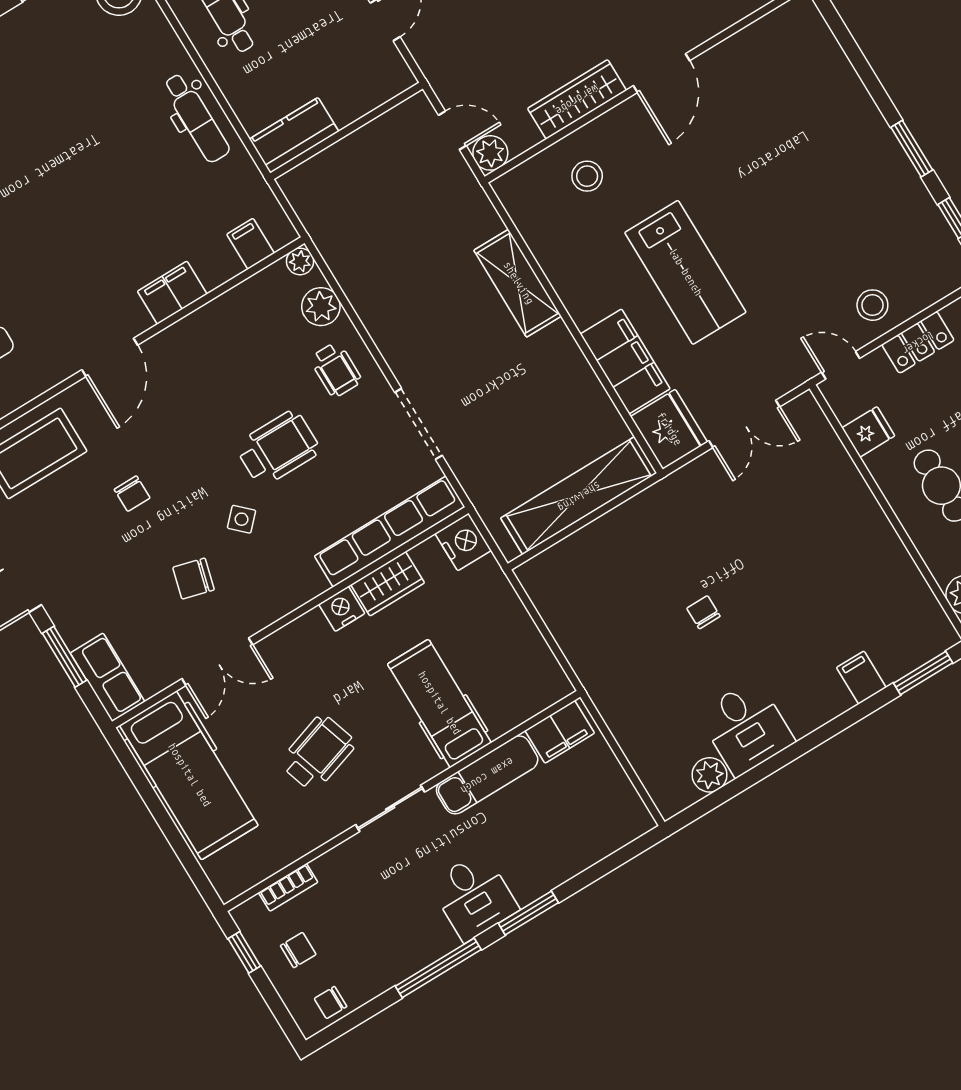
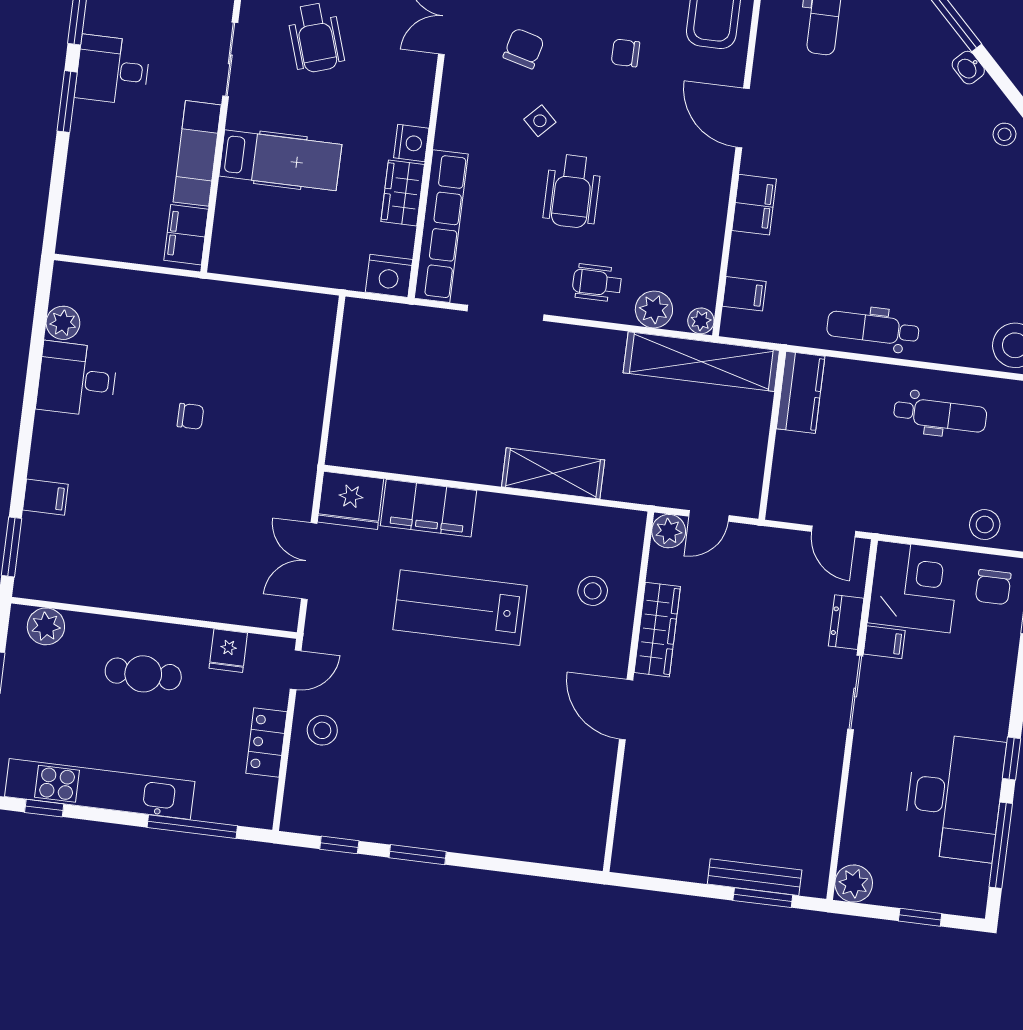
shelving: (579, 496) -> (701, 362), moved, turned 90

